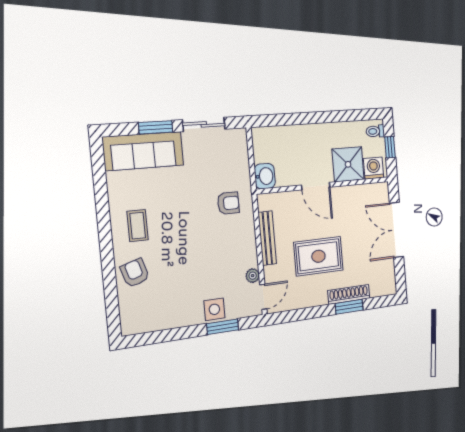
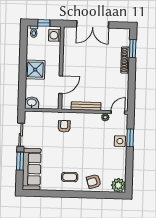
shower: (348, 164) -> (35, 70), moved
washbasin: (265, 176) -> (32, 103), moved
door: (316, 186) -> (61, 85), moved
rug: (319, 256) -> (101, 76), removed
door: (263, 297) -> (118, 112), hinge flipped
window: (349, 307) -> (133, 49), moved
plant: (133, 321) -> (118, 185), added

